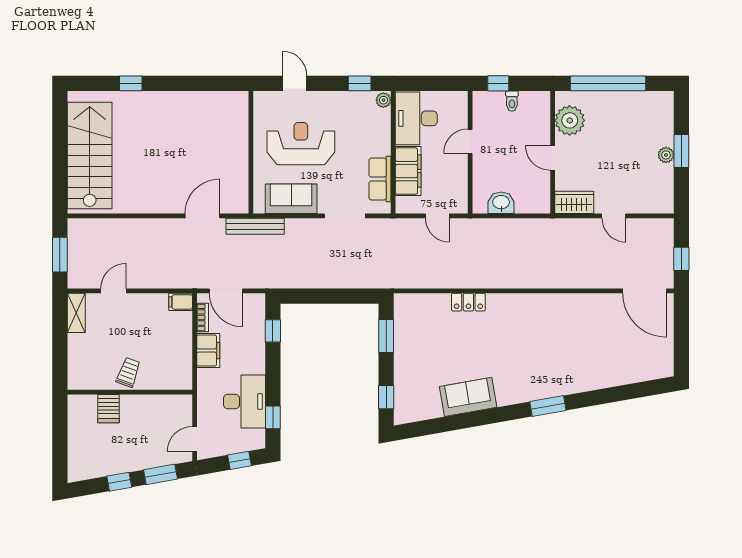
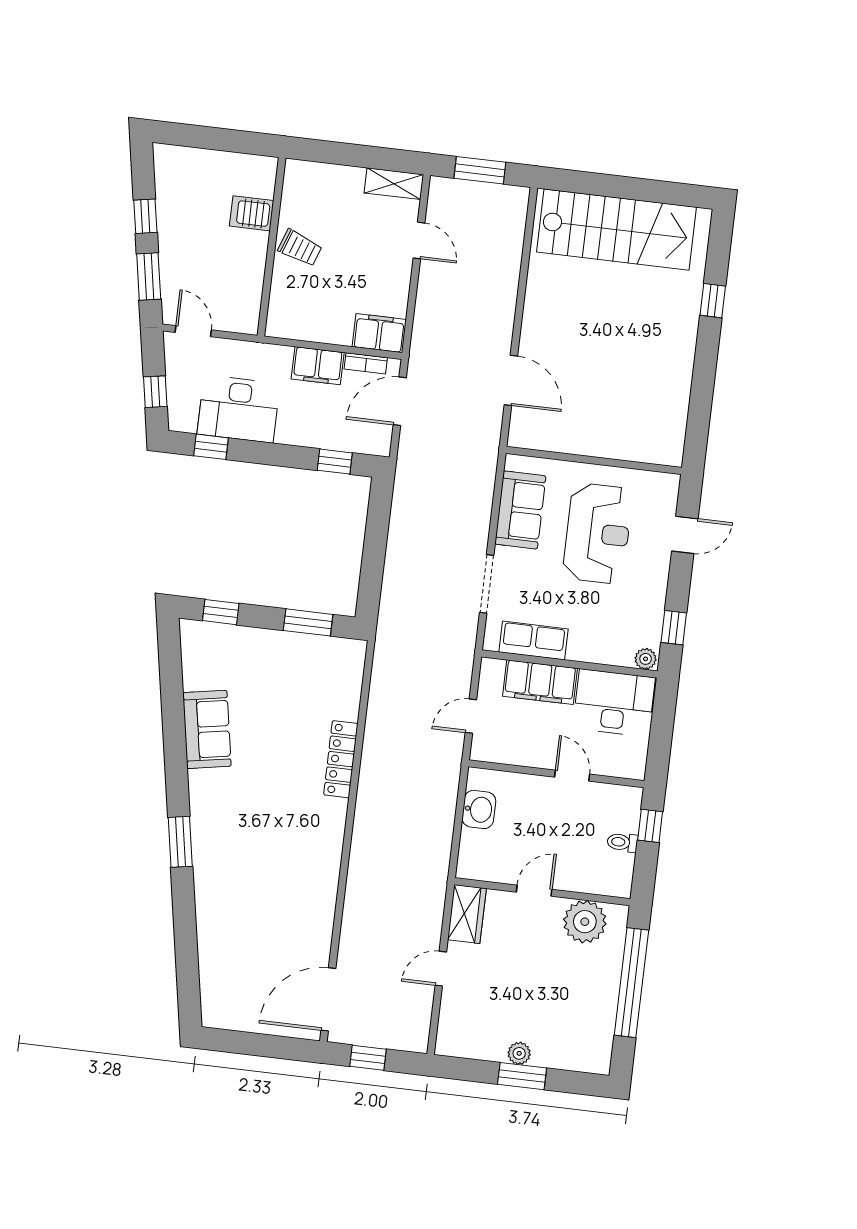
bench: (255, 226) -> (487, 454), removed
filing cabinet: (181, 302) -> (379, 333), width x2.00
locker: (468, 302) -> (341, 759), width x1.53

